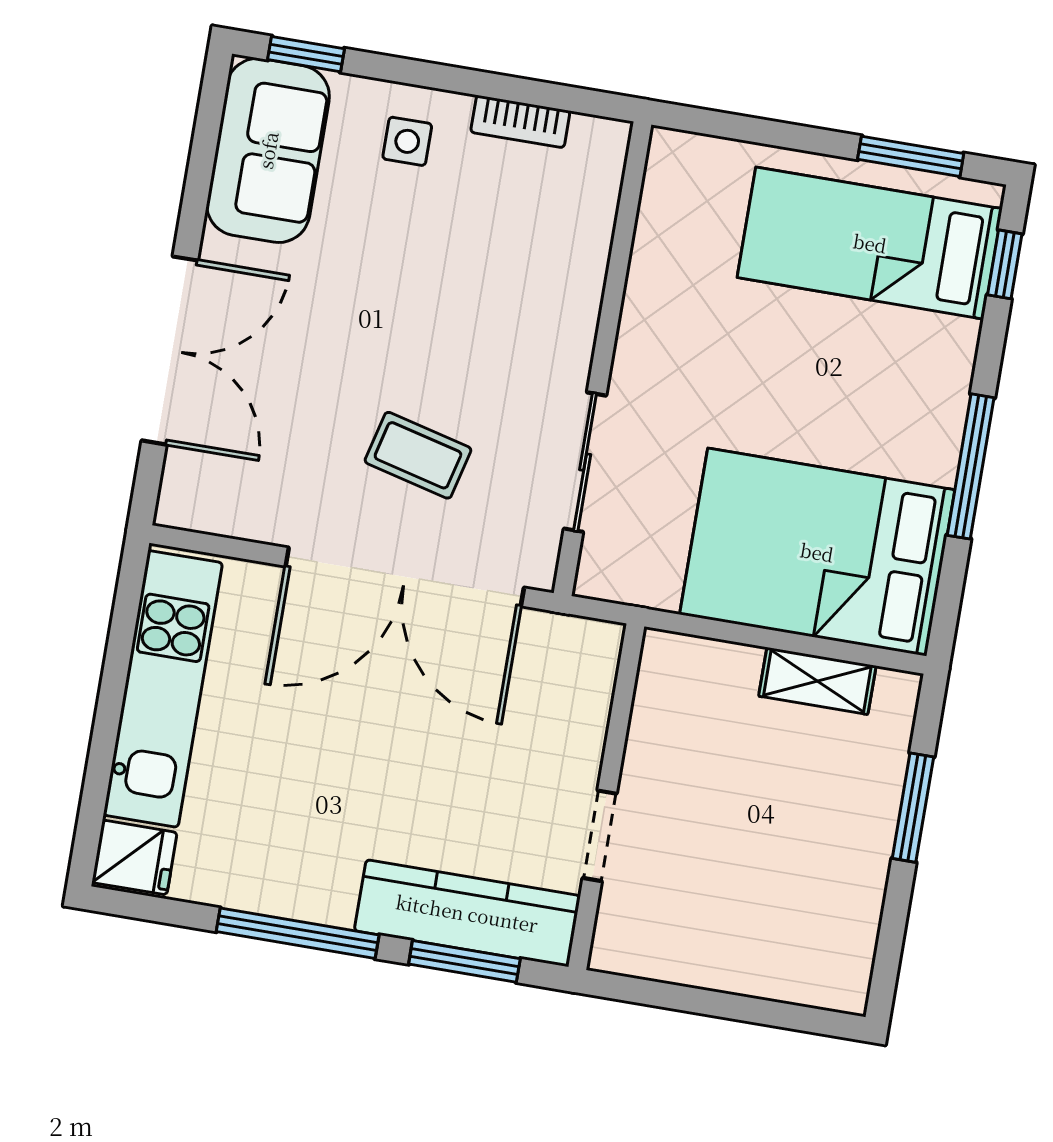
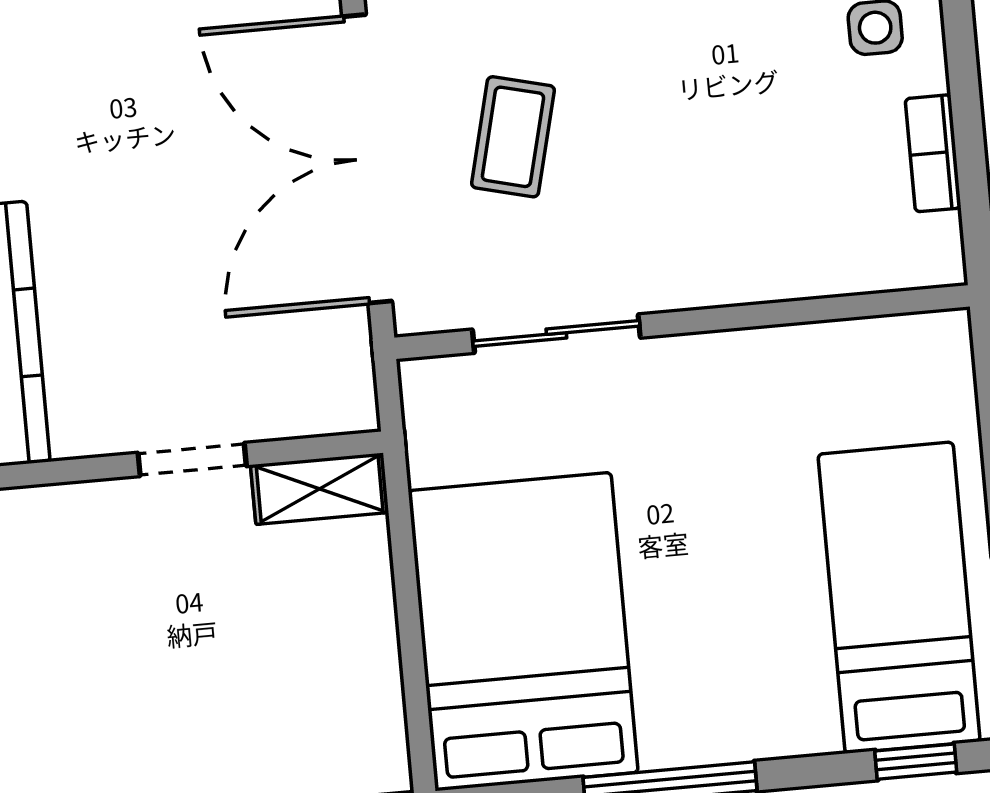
shelving: (817, 681) -> (320, 489), moved, turned 90
doorway: (600, 836) -> (192, 460), moved

